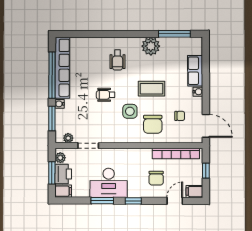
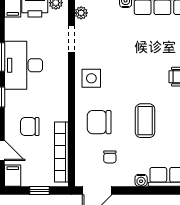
wheelchair: (106, 95) -> (137, 61), removed
side table: (130, 111) -> (91, 78), moved

